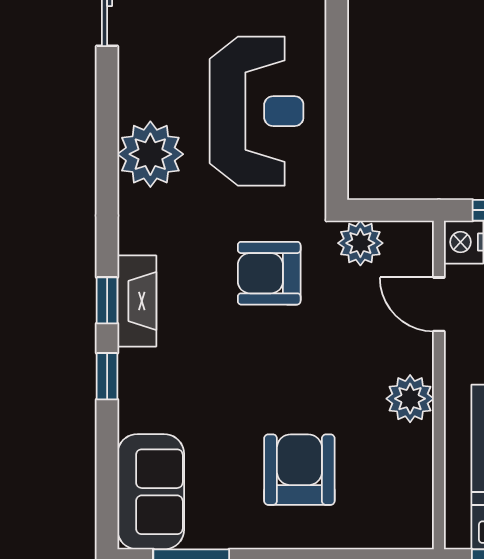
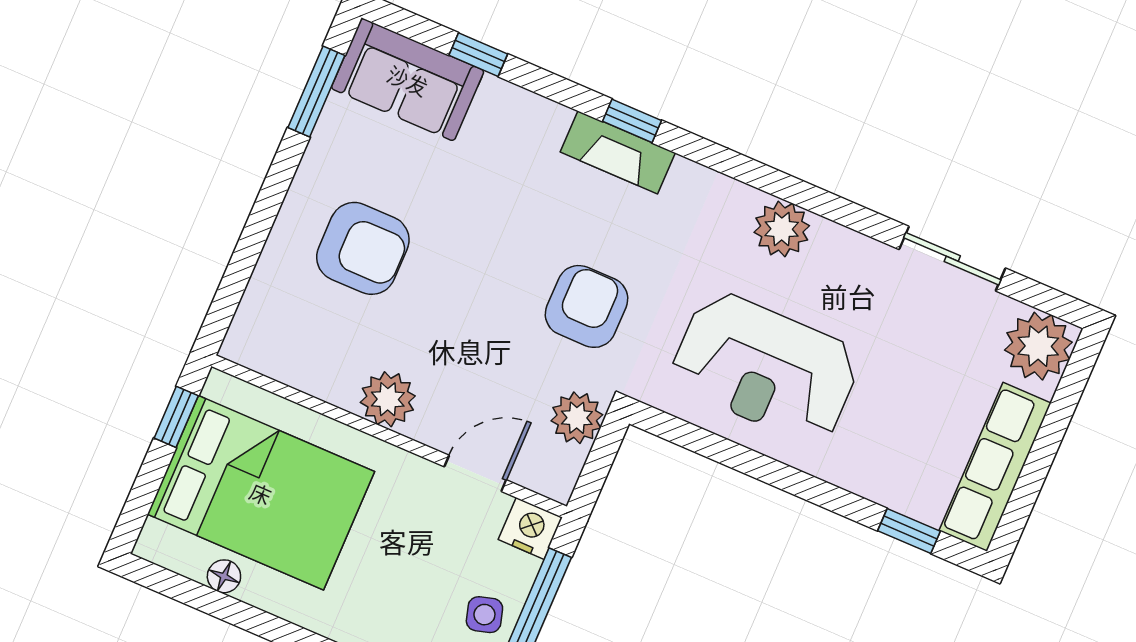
plant: (150, 154) -> (782, 229), width x0.73, depth x0.73
window: (107, 376) -> (478, 55), moved

